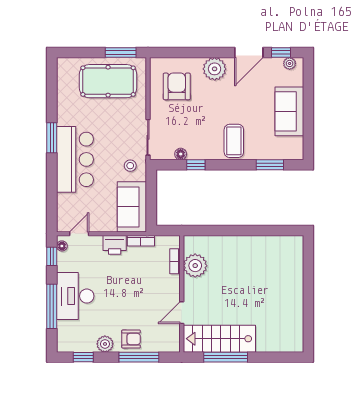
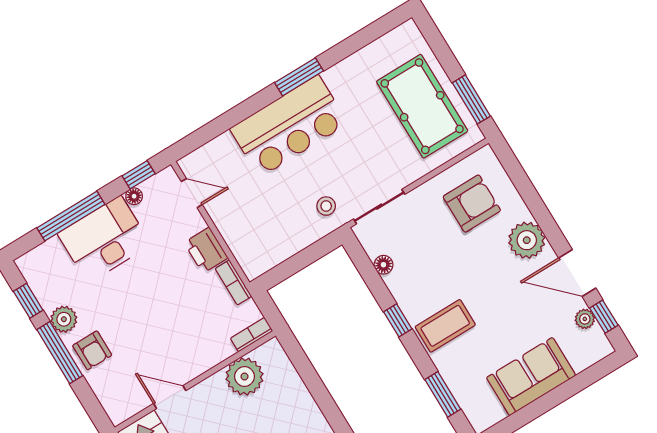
plant: (290, 63) -> (585, 319), moved
window: (196, 165) -> (398, 320), moved
sofa: (132, 207) -> (272, 242), removed
floor lamp: (62, 246) -> (134, 196), moved
bookcase: (175, 261) -> (252, 335), moved
window: (139, 357) -> (60, 353), moved

